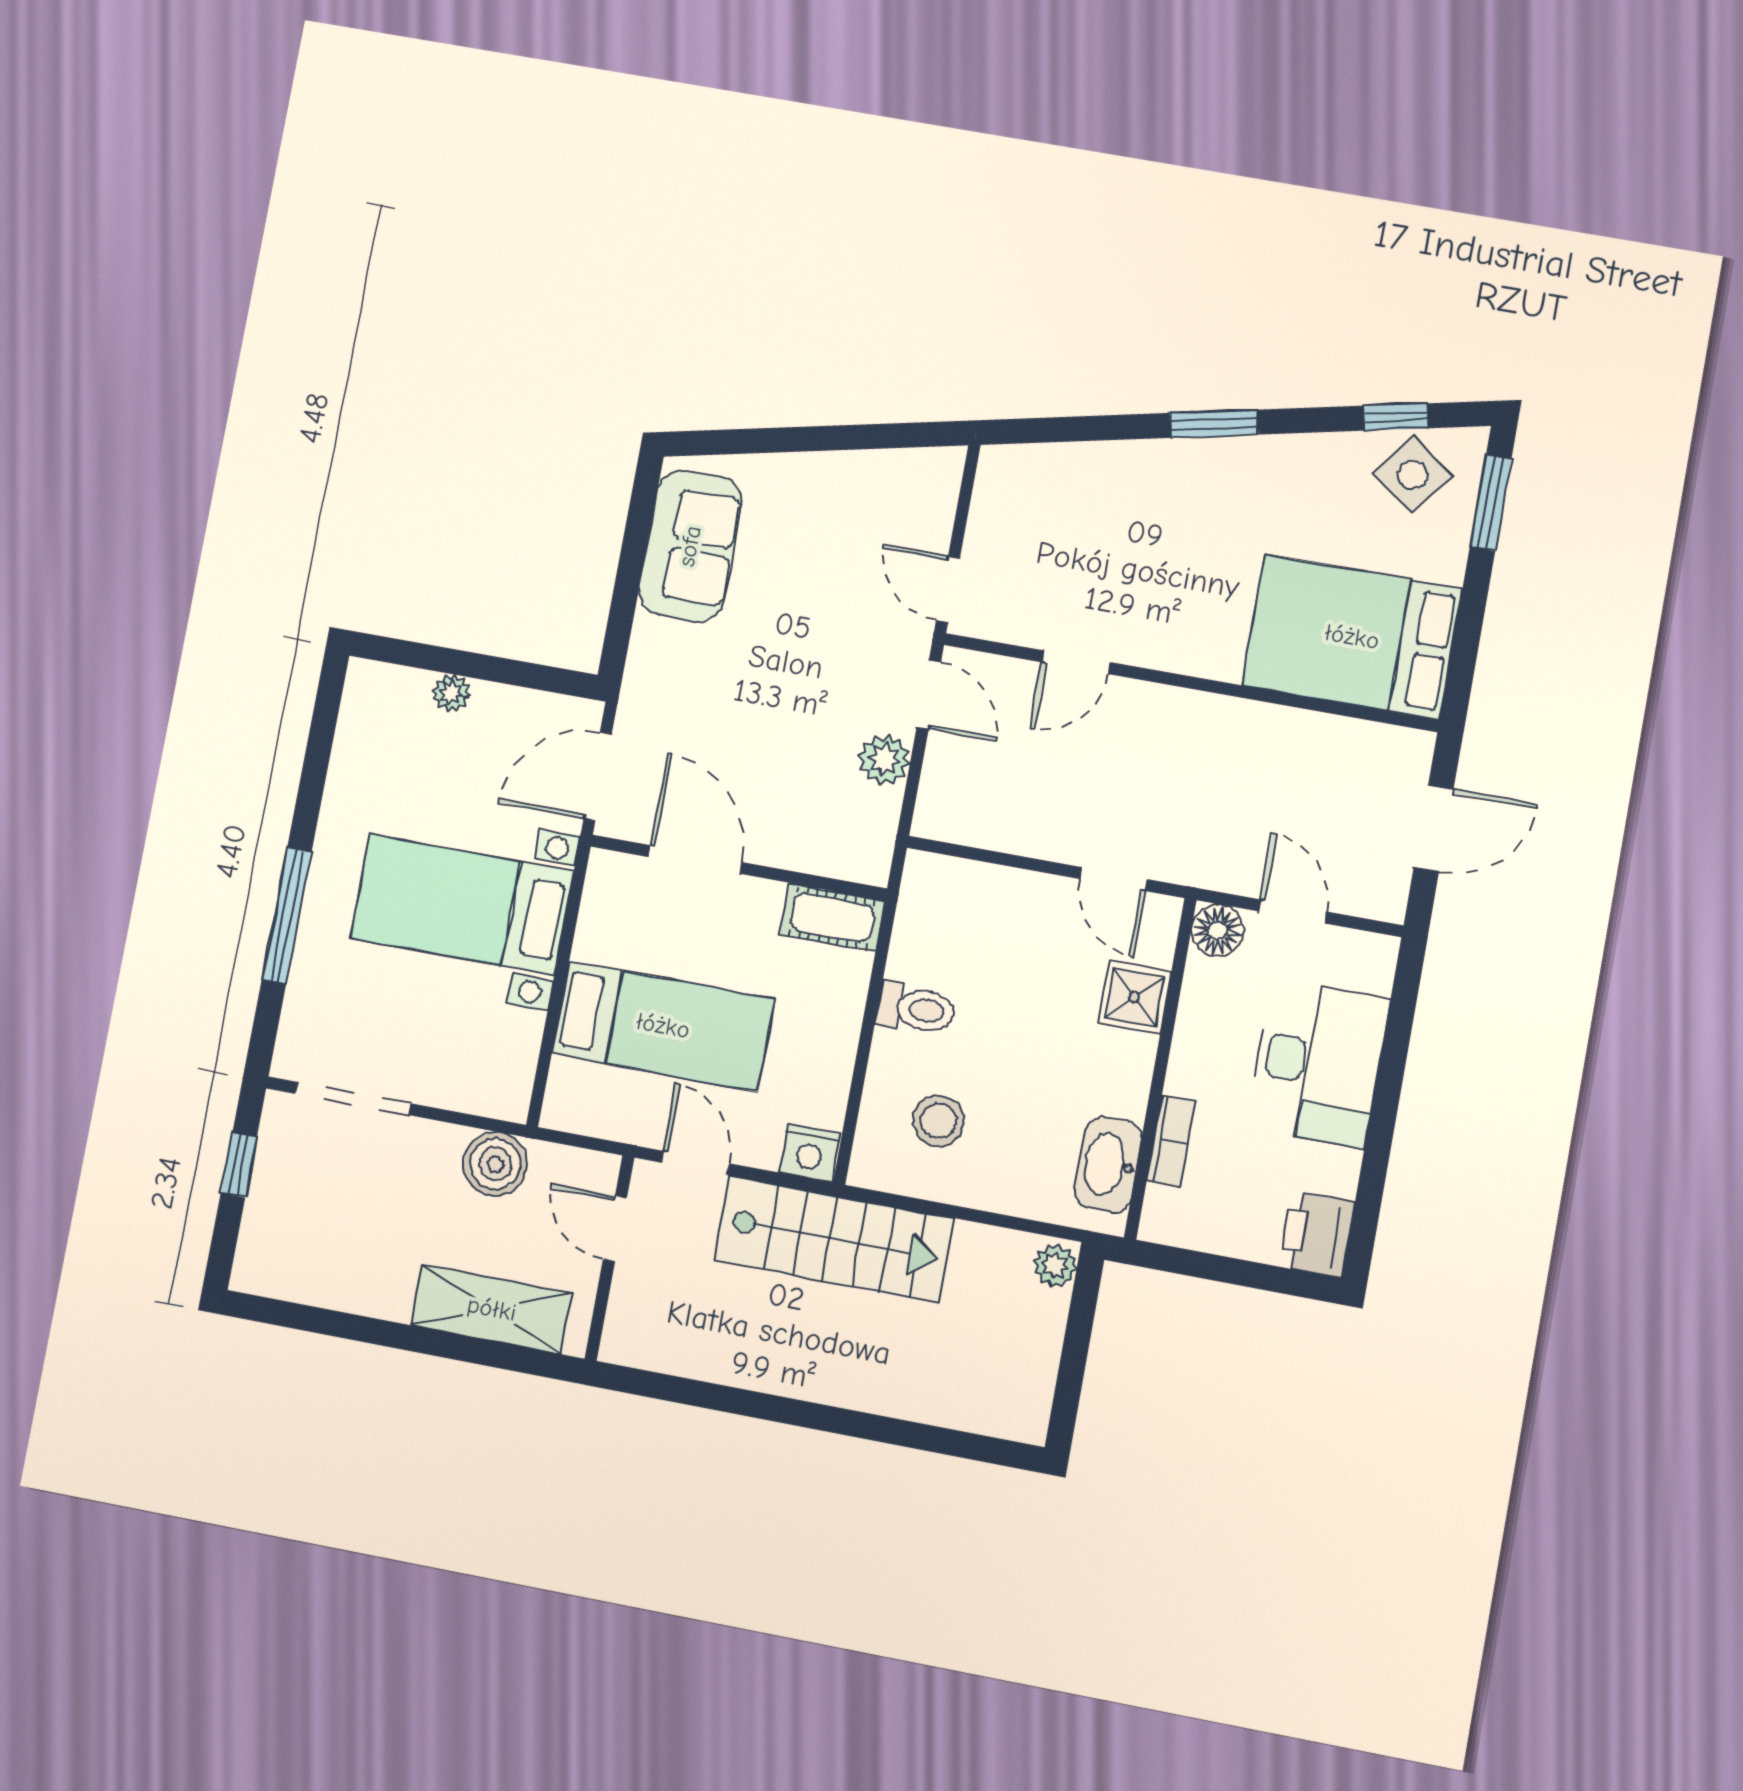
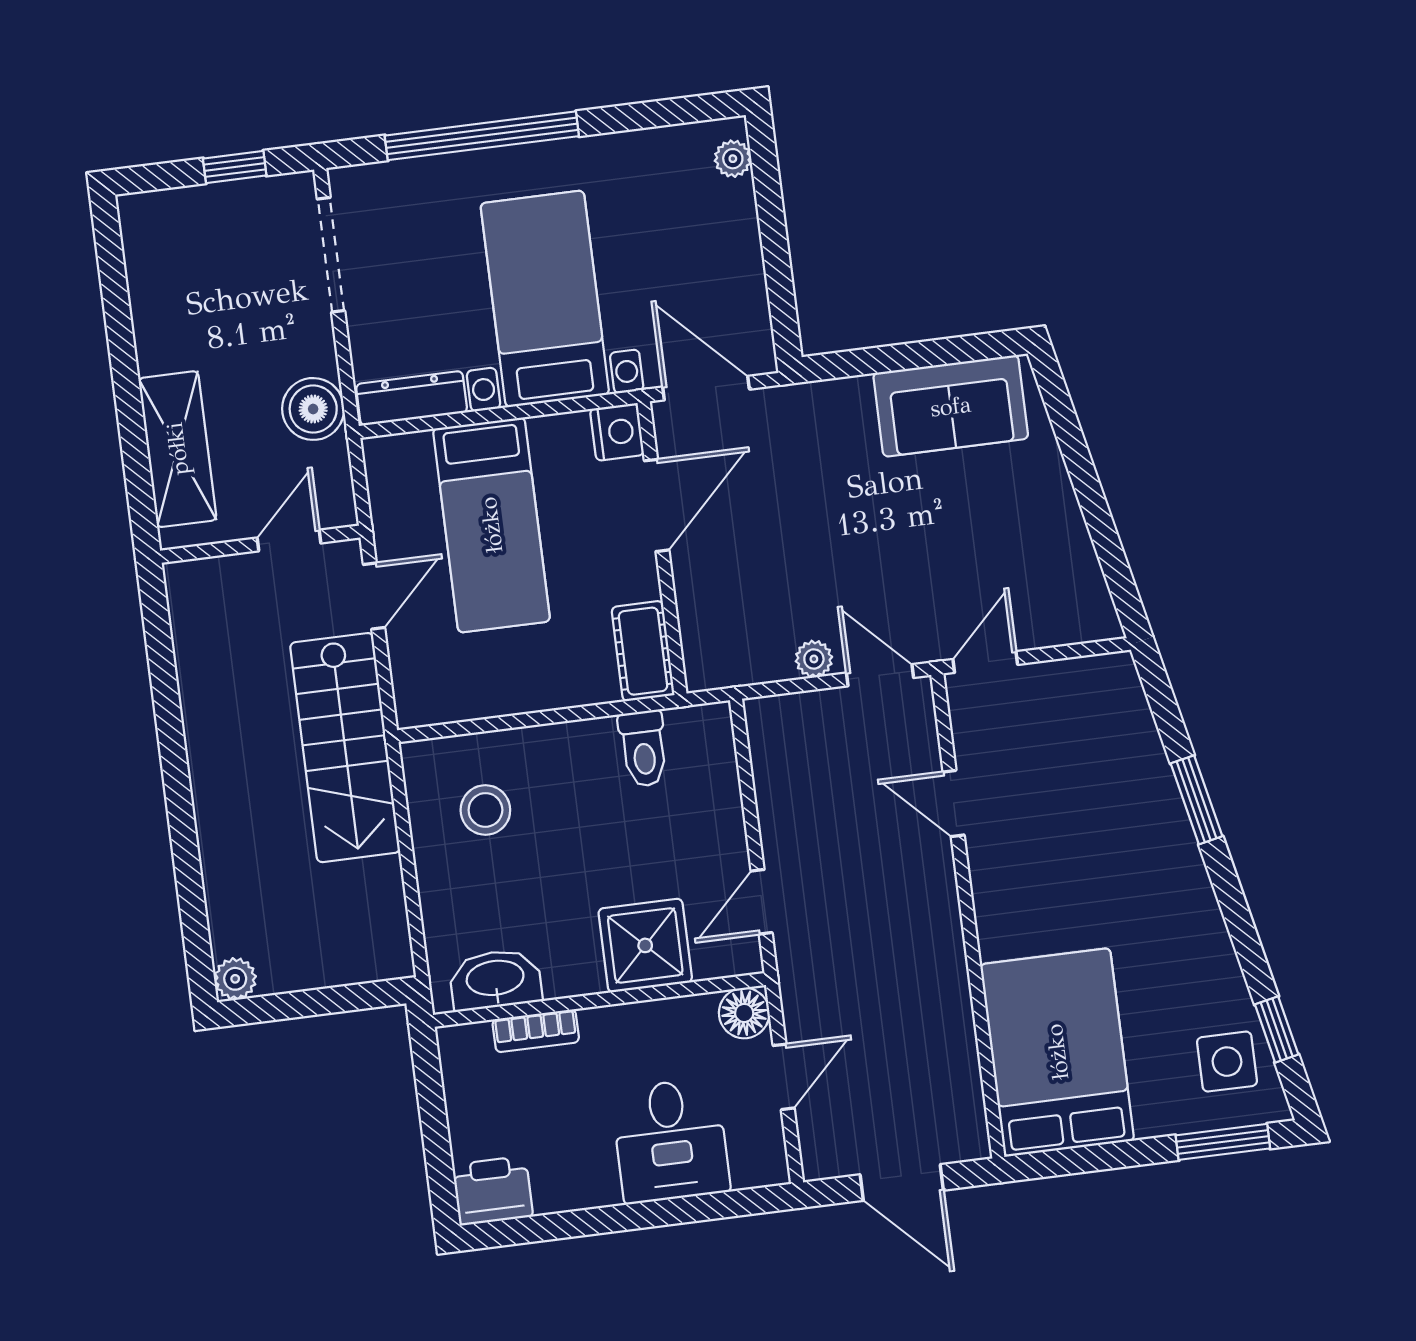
window: (1214, 424) -> (1197, 800), moved
side table: (1412, 475) -> (1227, 1062), turned -37
plant: (451, 693) -> (733, 159), moved
door: (929, 695) -> (880, 675), swing flipped
plant: (884, 760) -> (814, 659), width x0.73, depth x0.73
window: (287, 916) -> (482, 136), width x1.46
shower: (1134, 997) -> (645, 945), width x1.36, depth x1.36
toilet: (916, 1009) -> (643, 749), moved
desk: (1318, 1063) -> (671, 1141), width x0.73
dresser: (516, 1065) -> (412, 398), added
nightstand: (810, 1153) -> (617, 432), moved, turned 180
plant: (1055, 1265) -> (235, 979), moved

